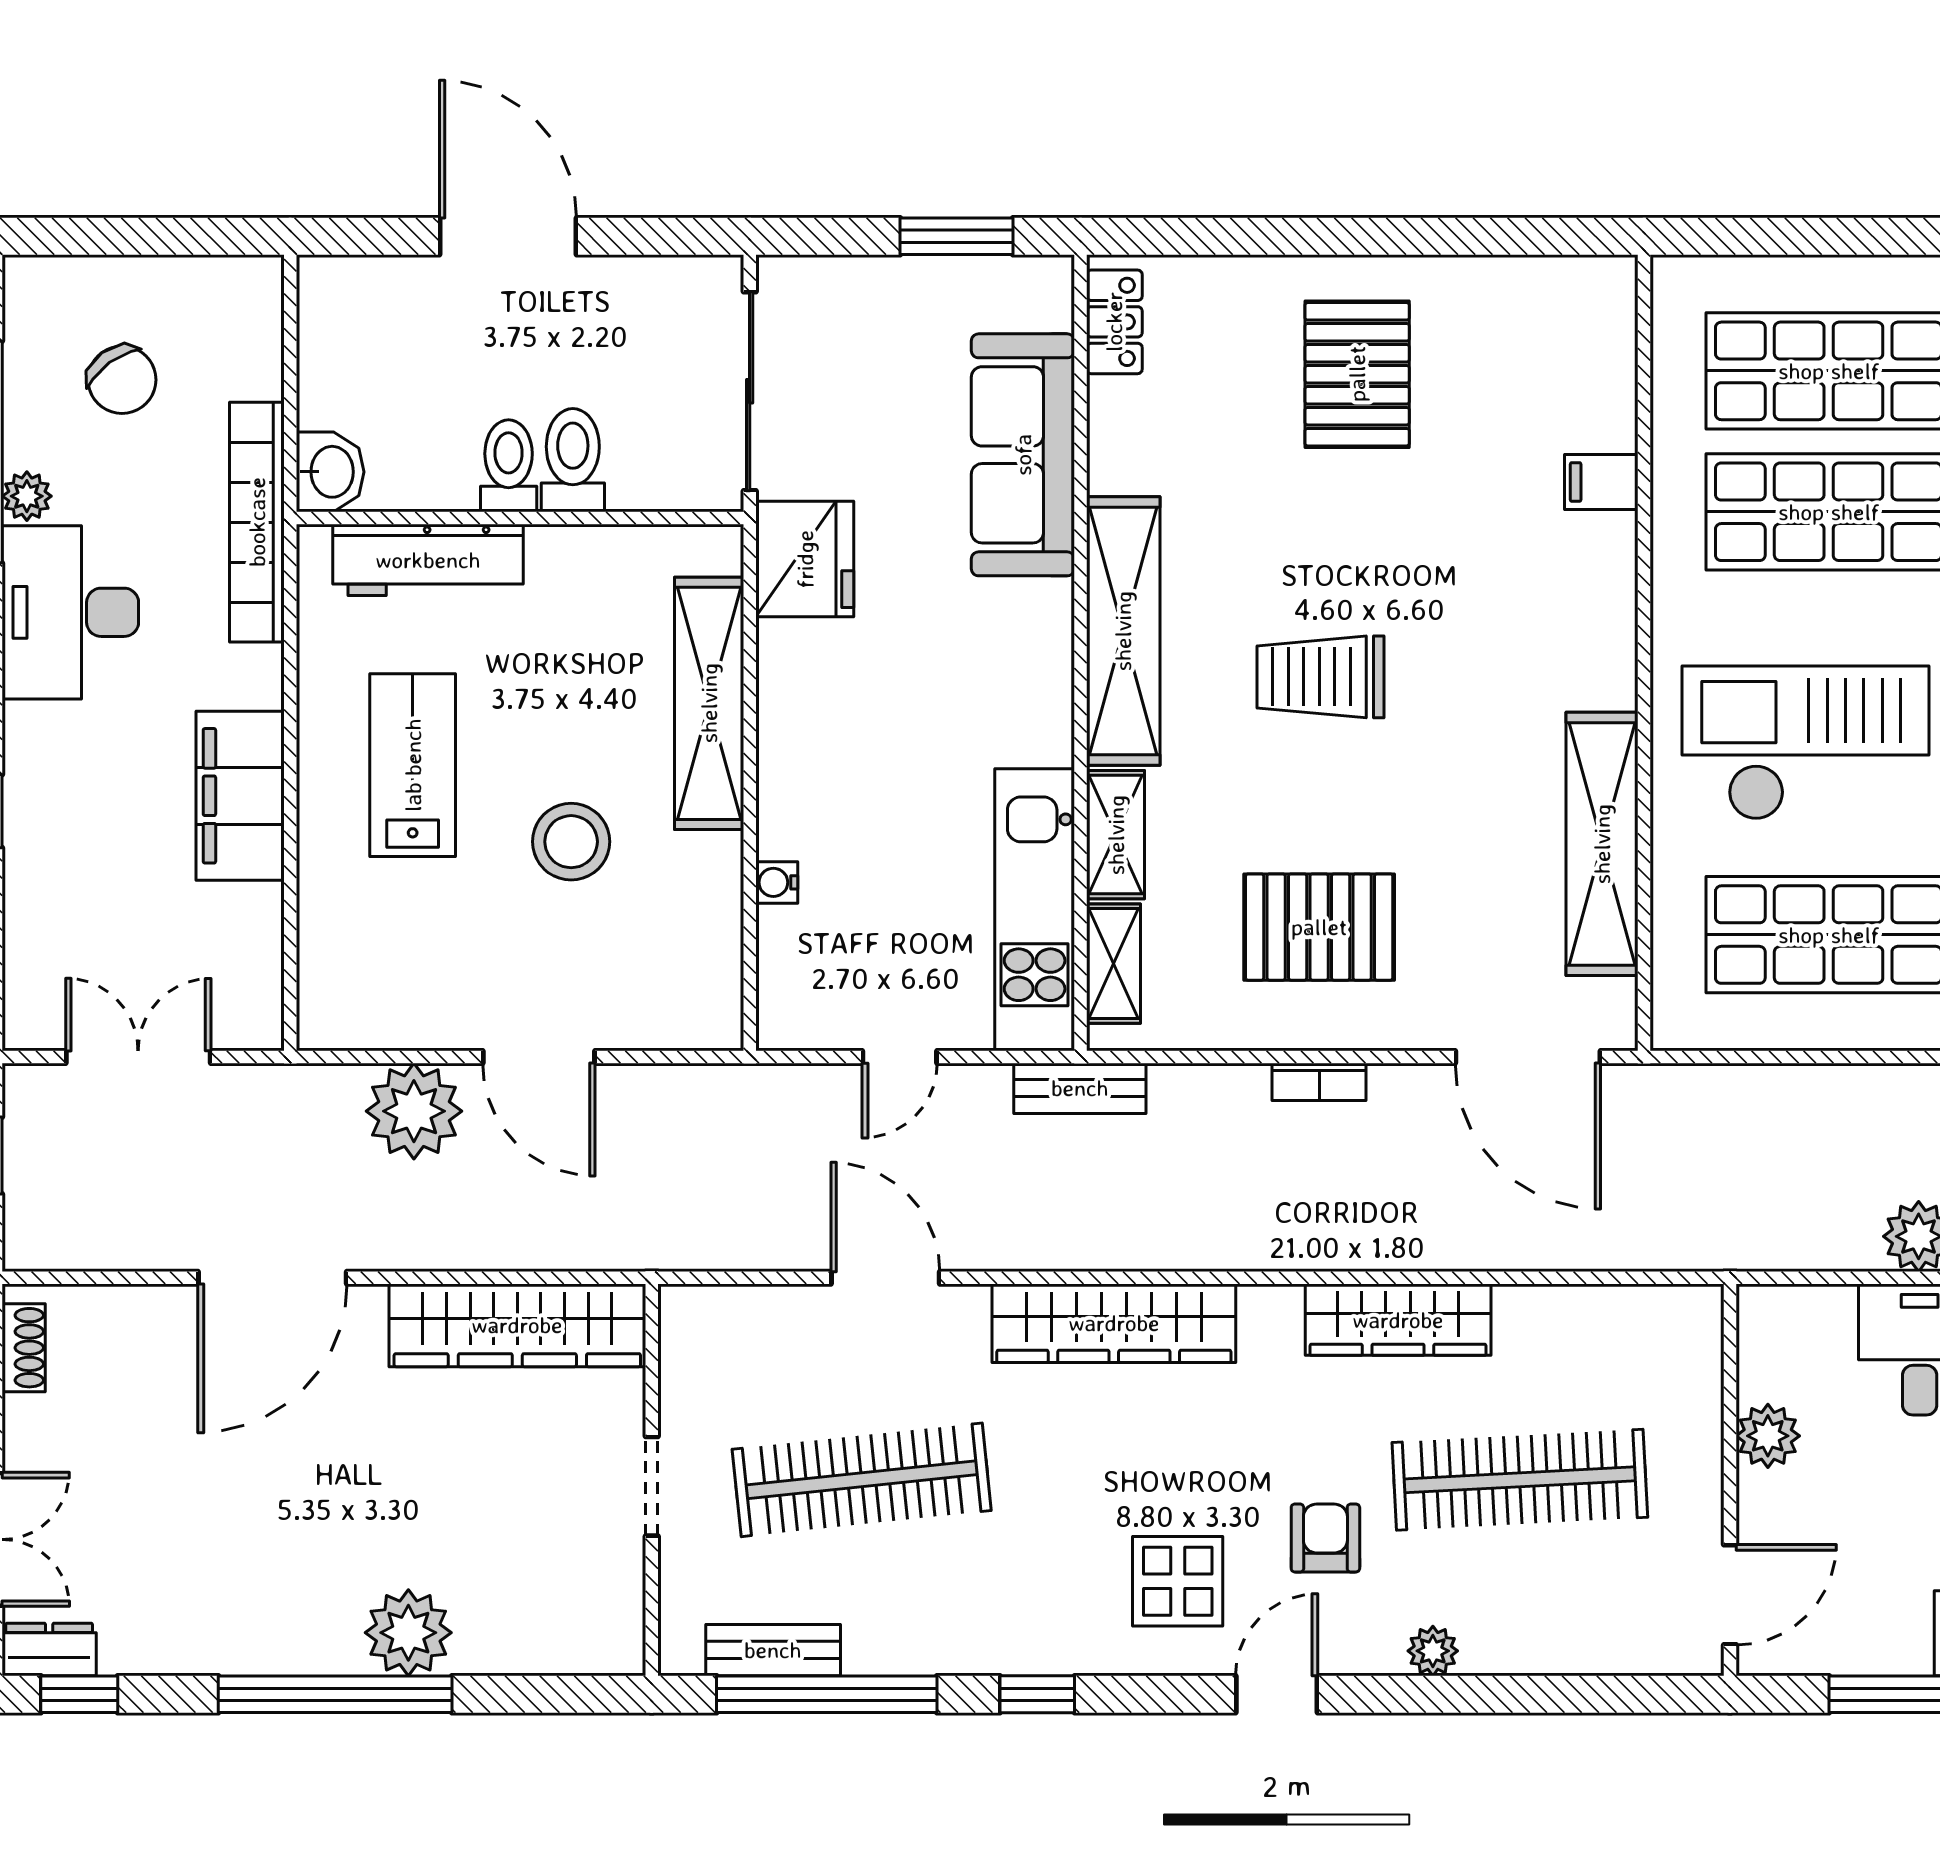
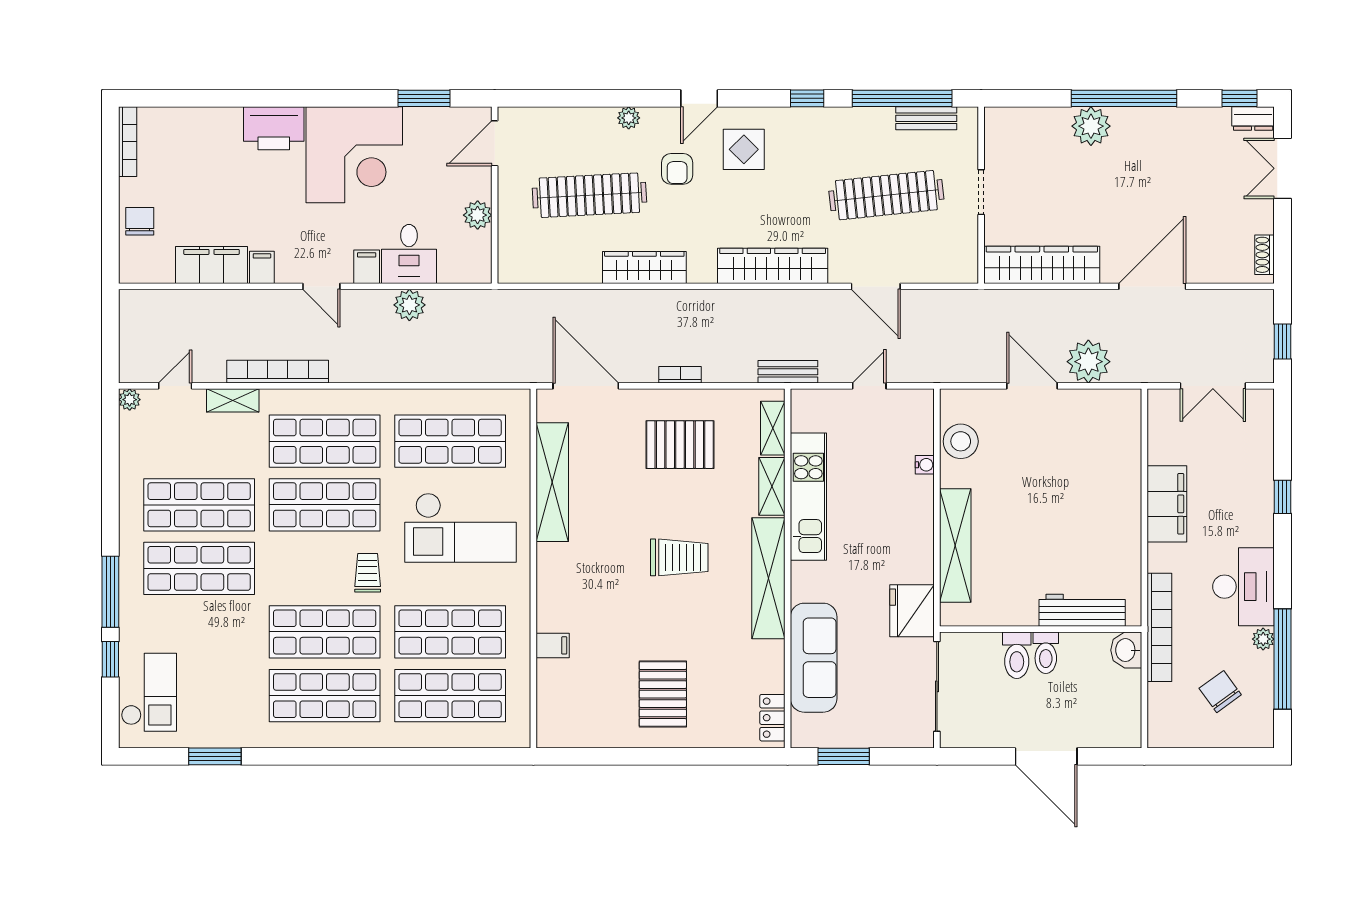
lab bench: (413, 765) -> (1089, 518), removed
stool: (571, 842) -> (961, 441), moved
kitchen unit: (1035, 910) -> (808, 497), moved

